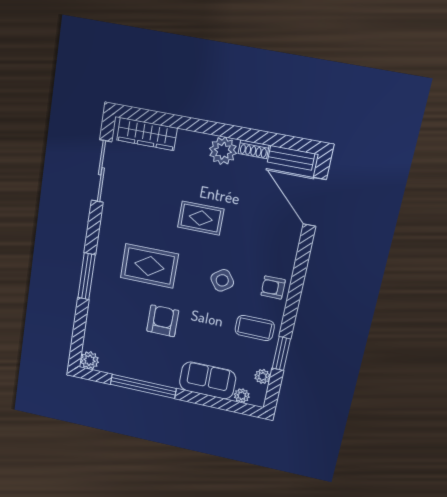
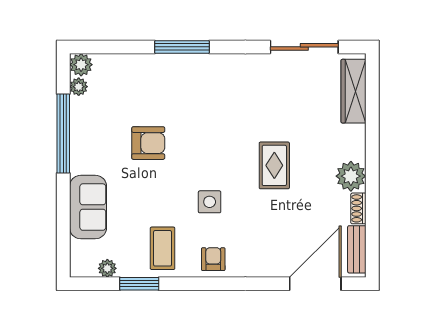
rug: (149, 266) -> (209, 117), removed
side table: (222, 280) -> (210, 202), turned 36
plant: (242, 396) -> (79, 87), moved

